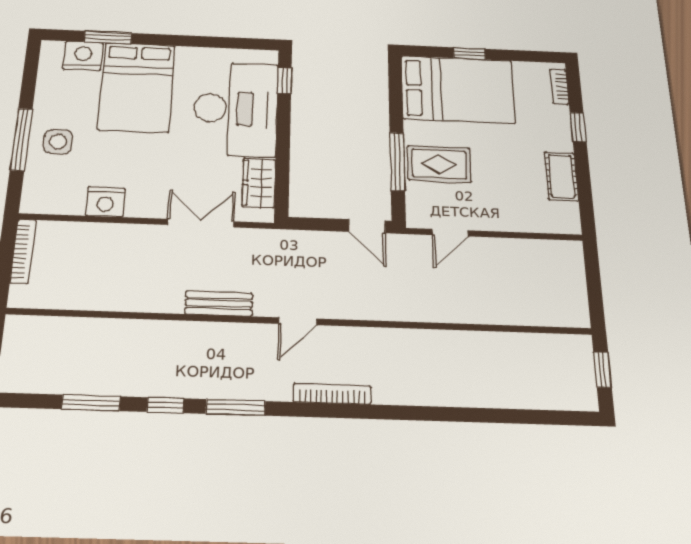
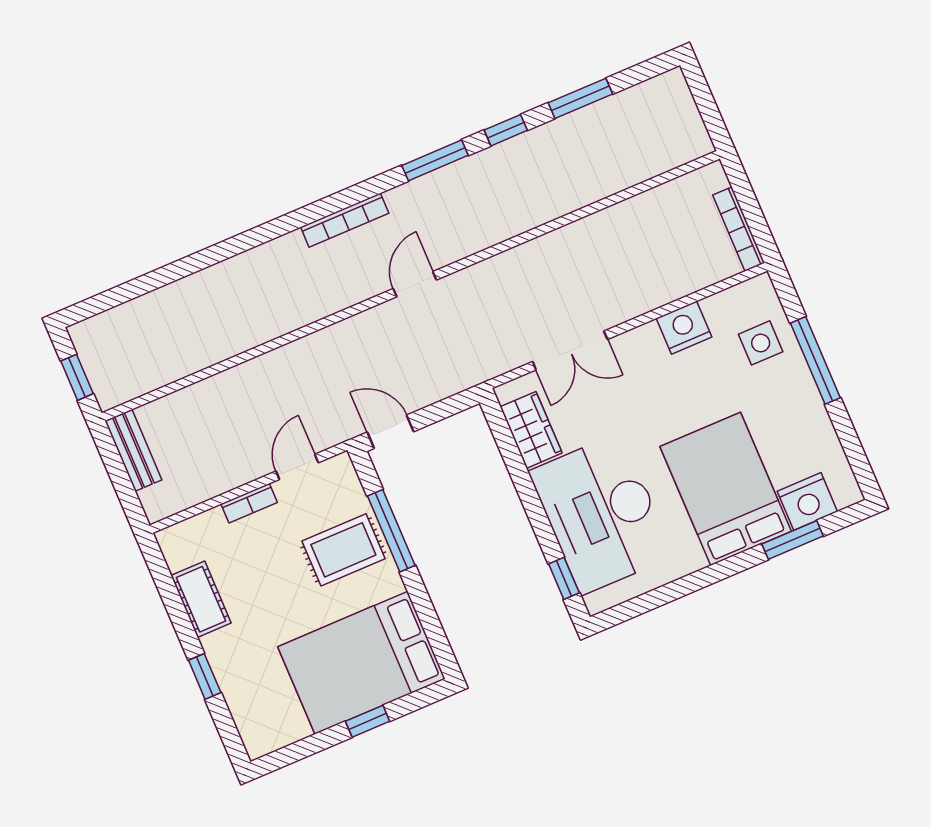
bookcase: (559, 87) -> (249, 503), moved, turned 90
side table: (58, 142) -> (761, 343), moved
bench: (219, 304) -> (133, 450), moved, turned 90

